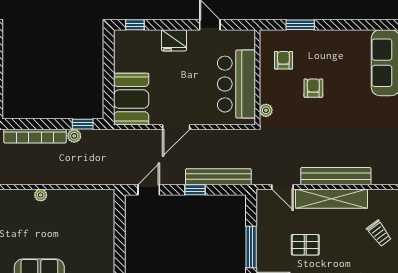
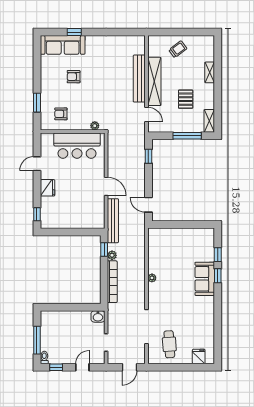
armchair: (313, 88) -> (74, 77), moved
booth: (131, 99) -> (87, 217), removed
bench: (218, 177) -> (113, 221), moved
door: (282, 187) -> (146, 115), hinge flipped
window: (195, 190) -> (148, 156), moved

